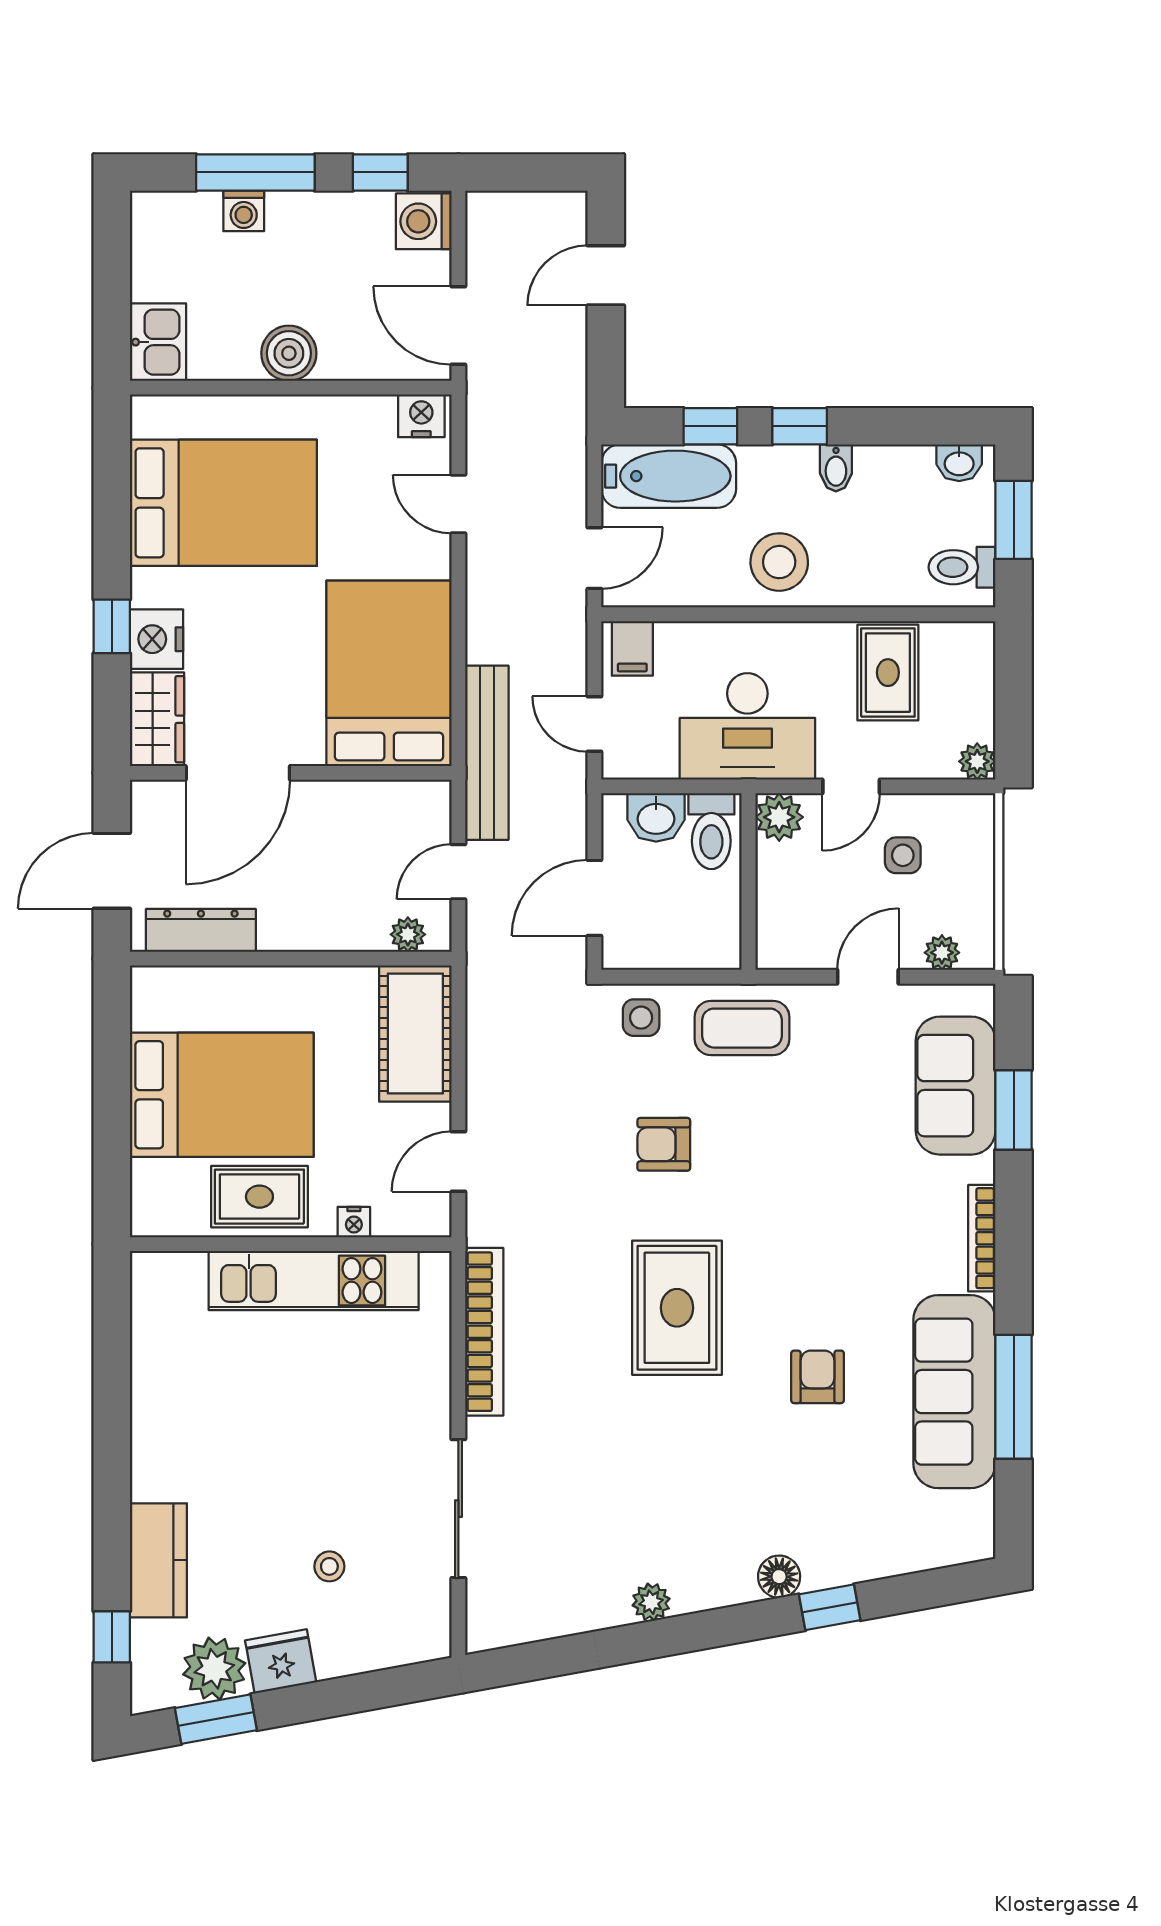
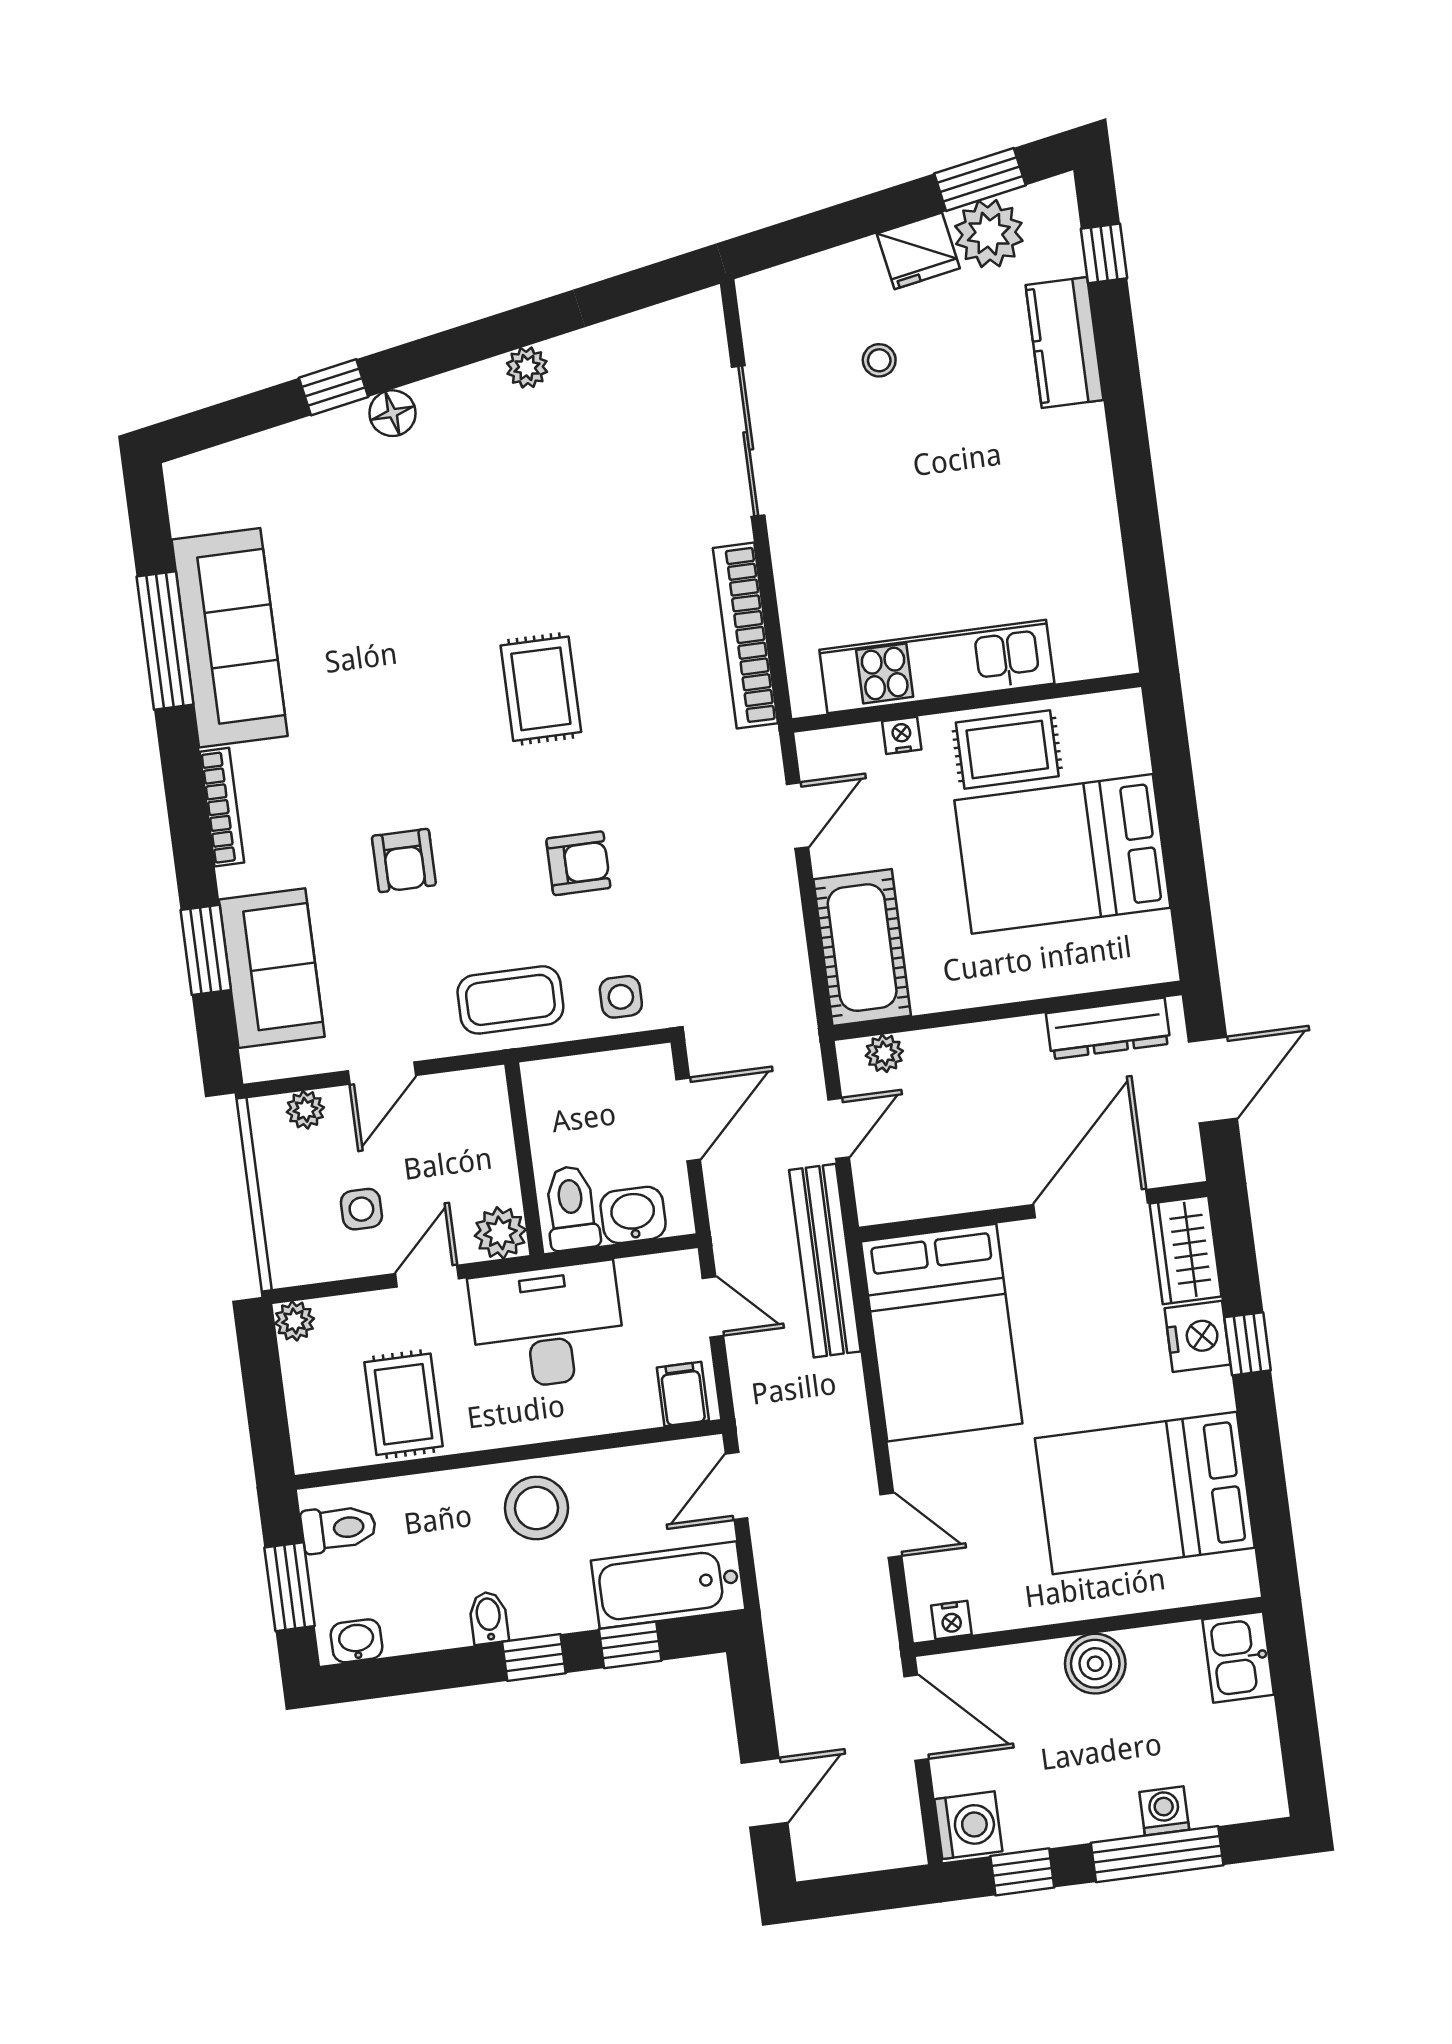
nightstand: (421, 416) -> (951, 1620), width x0.72, depth x0.74
rug: (677, 1308) -> (541, 689), width x0.73, depth x0.70
armchair: (818, 1377) -> (404, 861), moved

